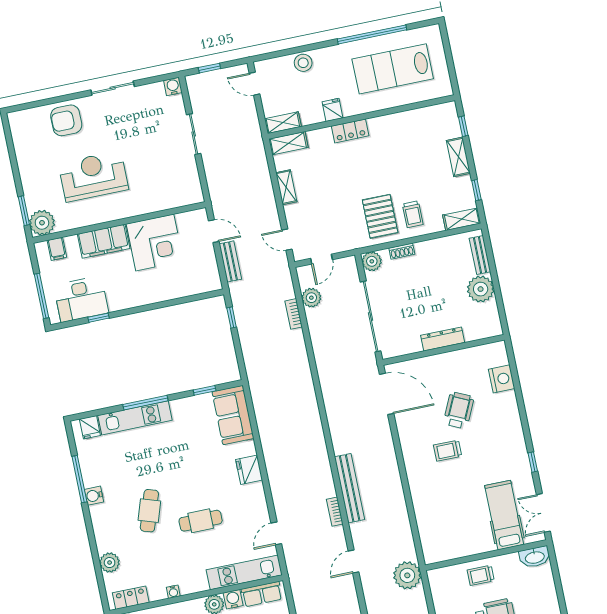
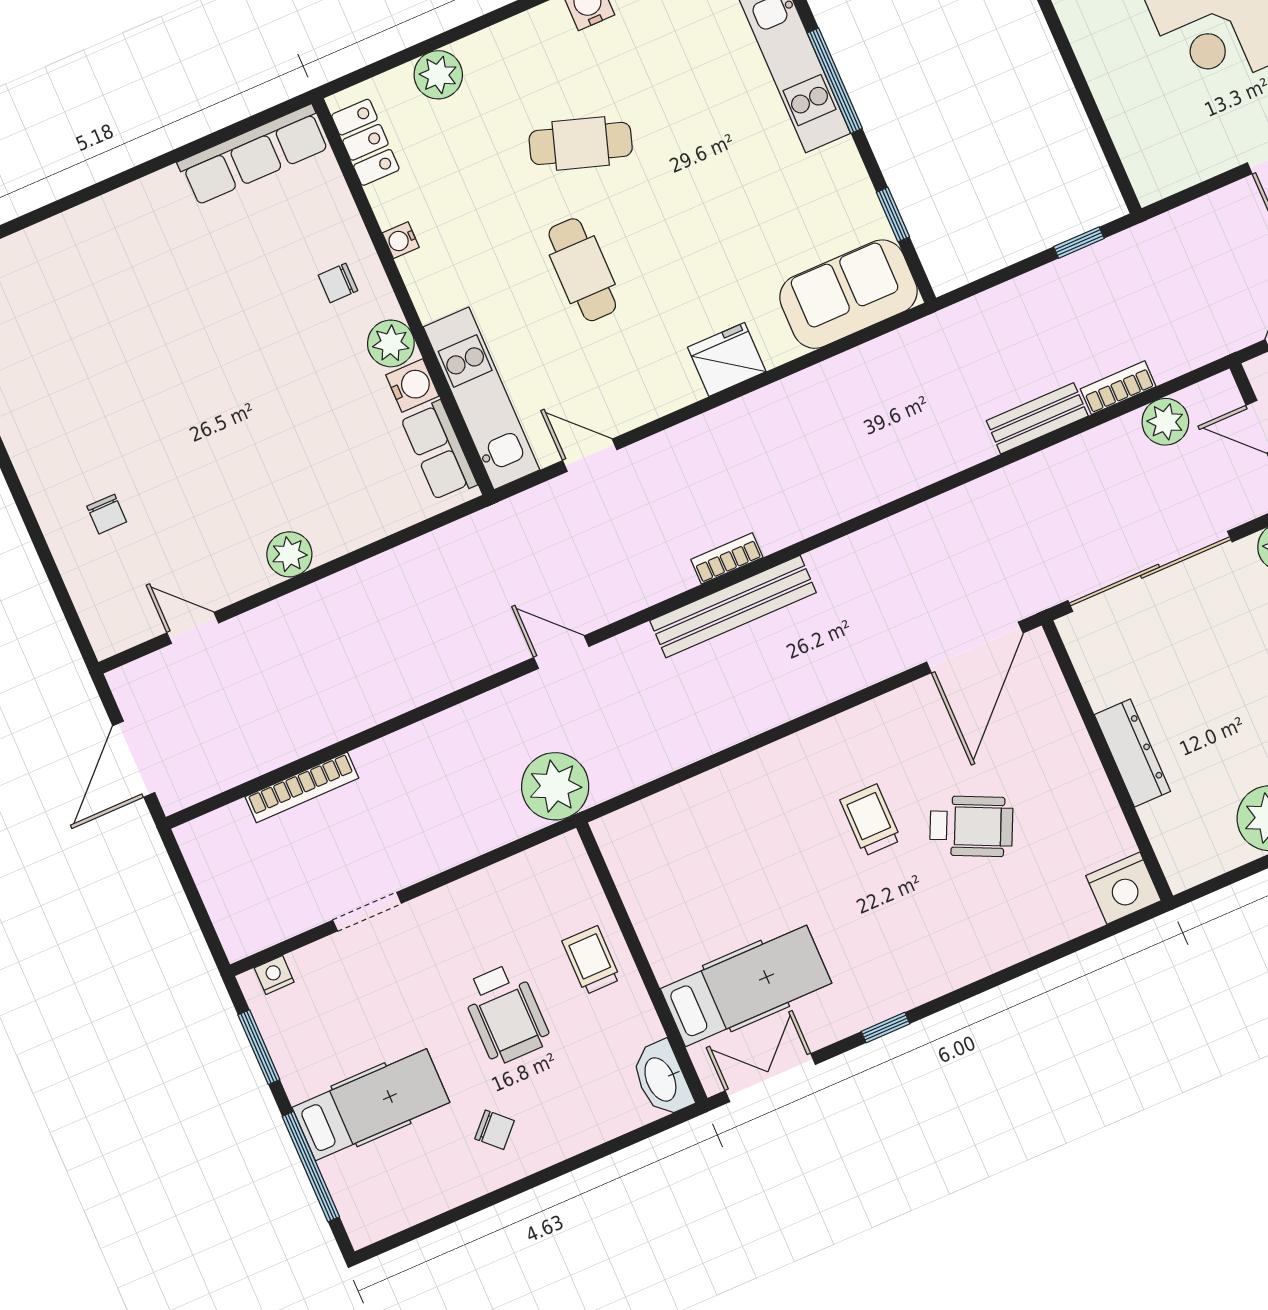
bench: (230, 261) -> (1037, 418), moved
nightstand: (502, 379) -> (1123, 888), moved
bookcase: (335, 512) -> (727, 558), moved

